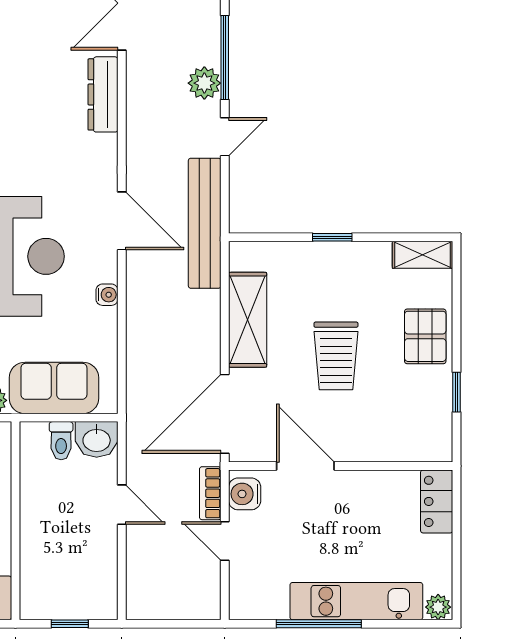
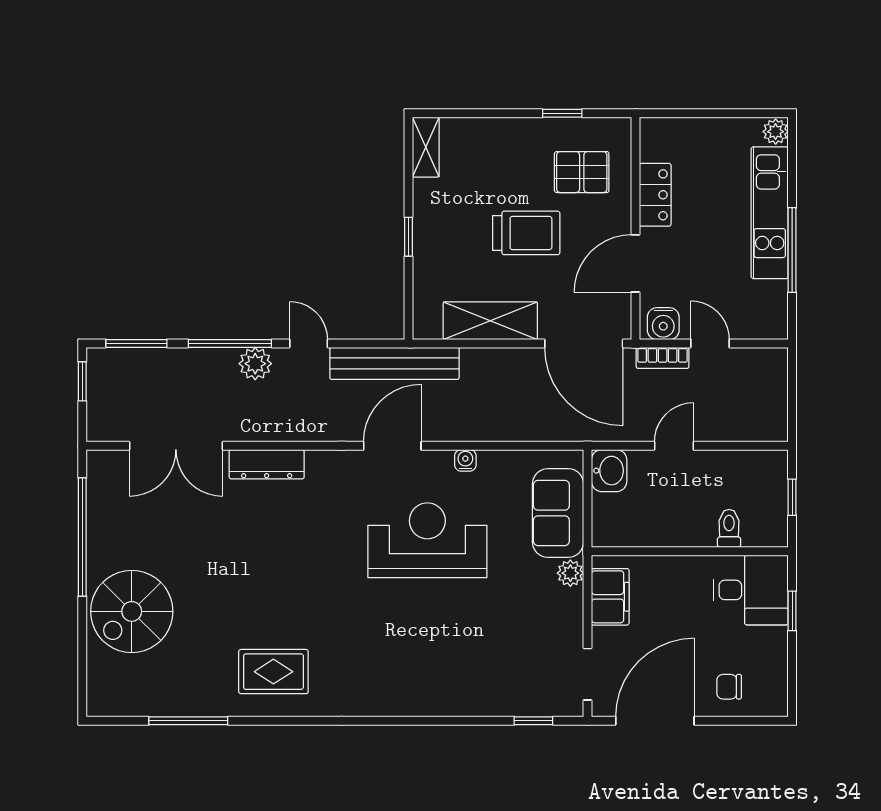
pallet: (425, 336) -> (582, 172), moved
toilet: (61, 441) -> (729, 528), moved, turned -90
locker: (437, 501) -> (655, 195), moved, turned -90
door: (225, 541) -> (710, 343), swing flipped

